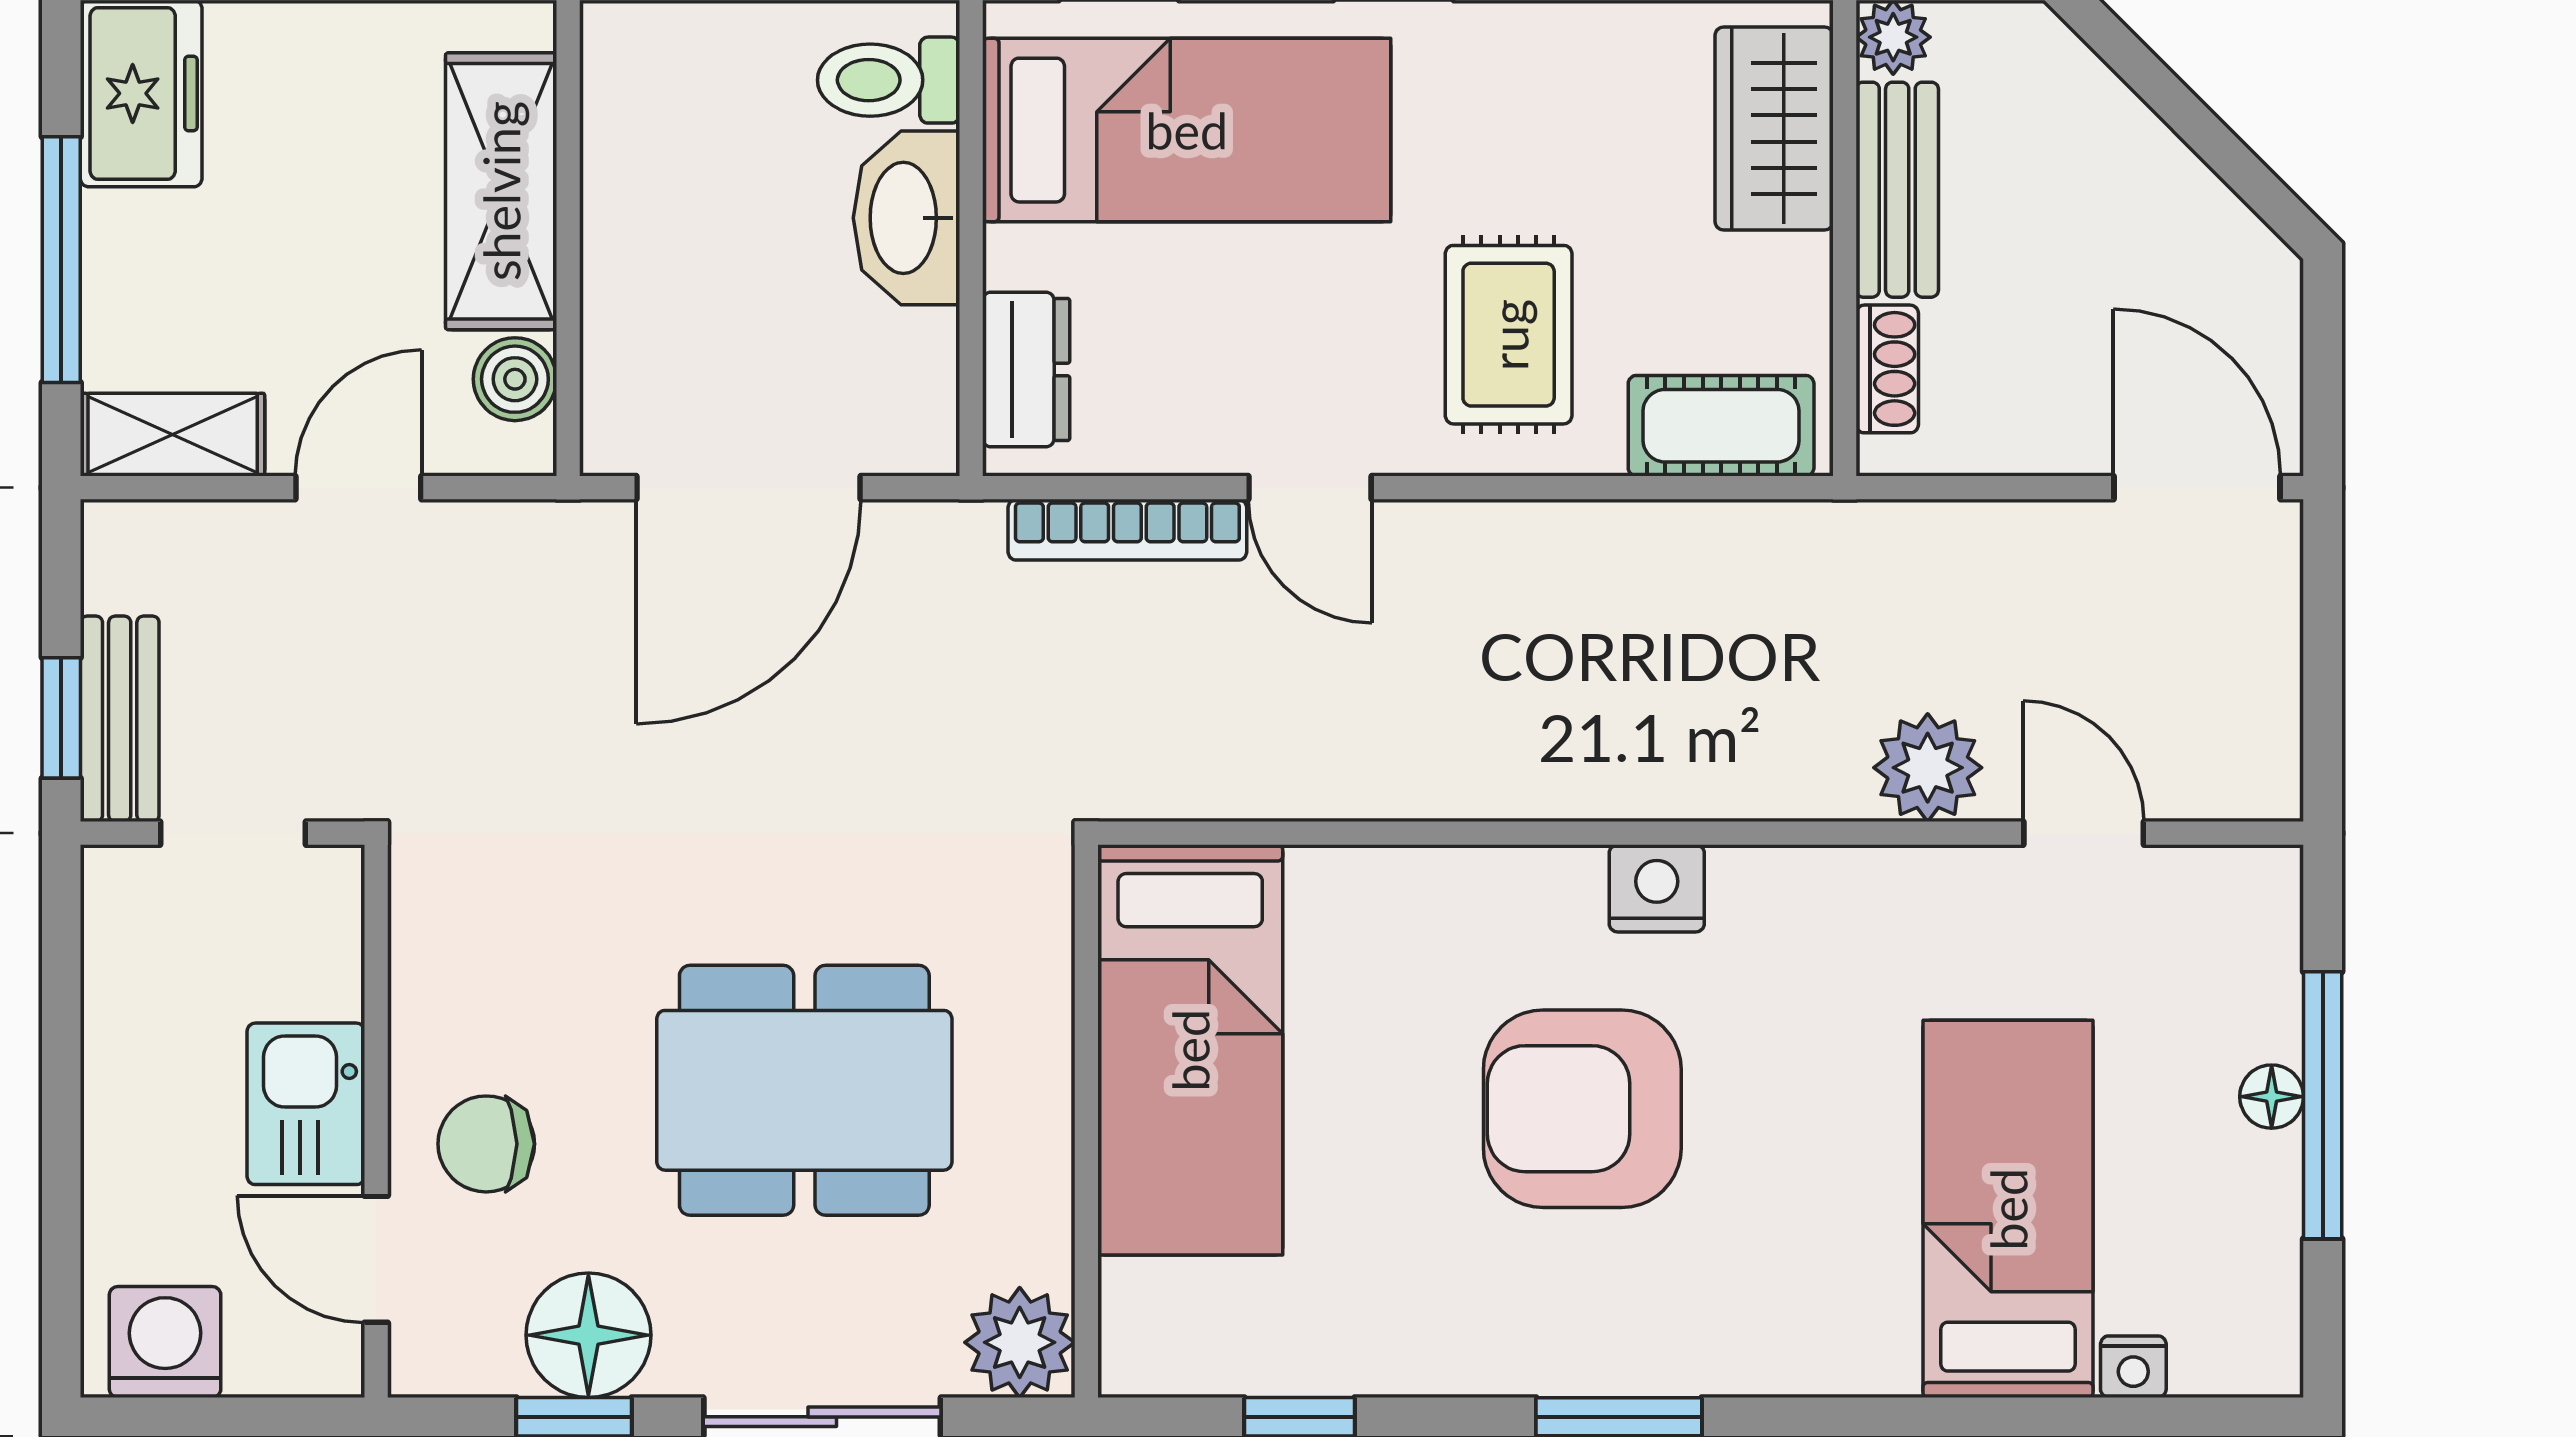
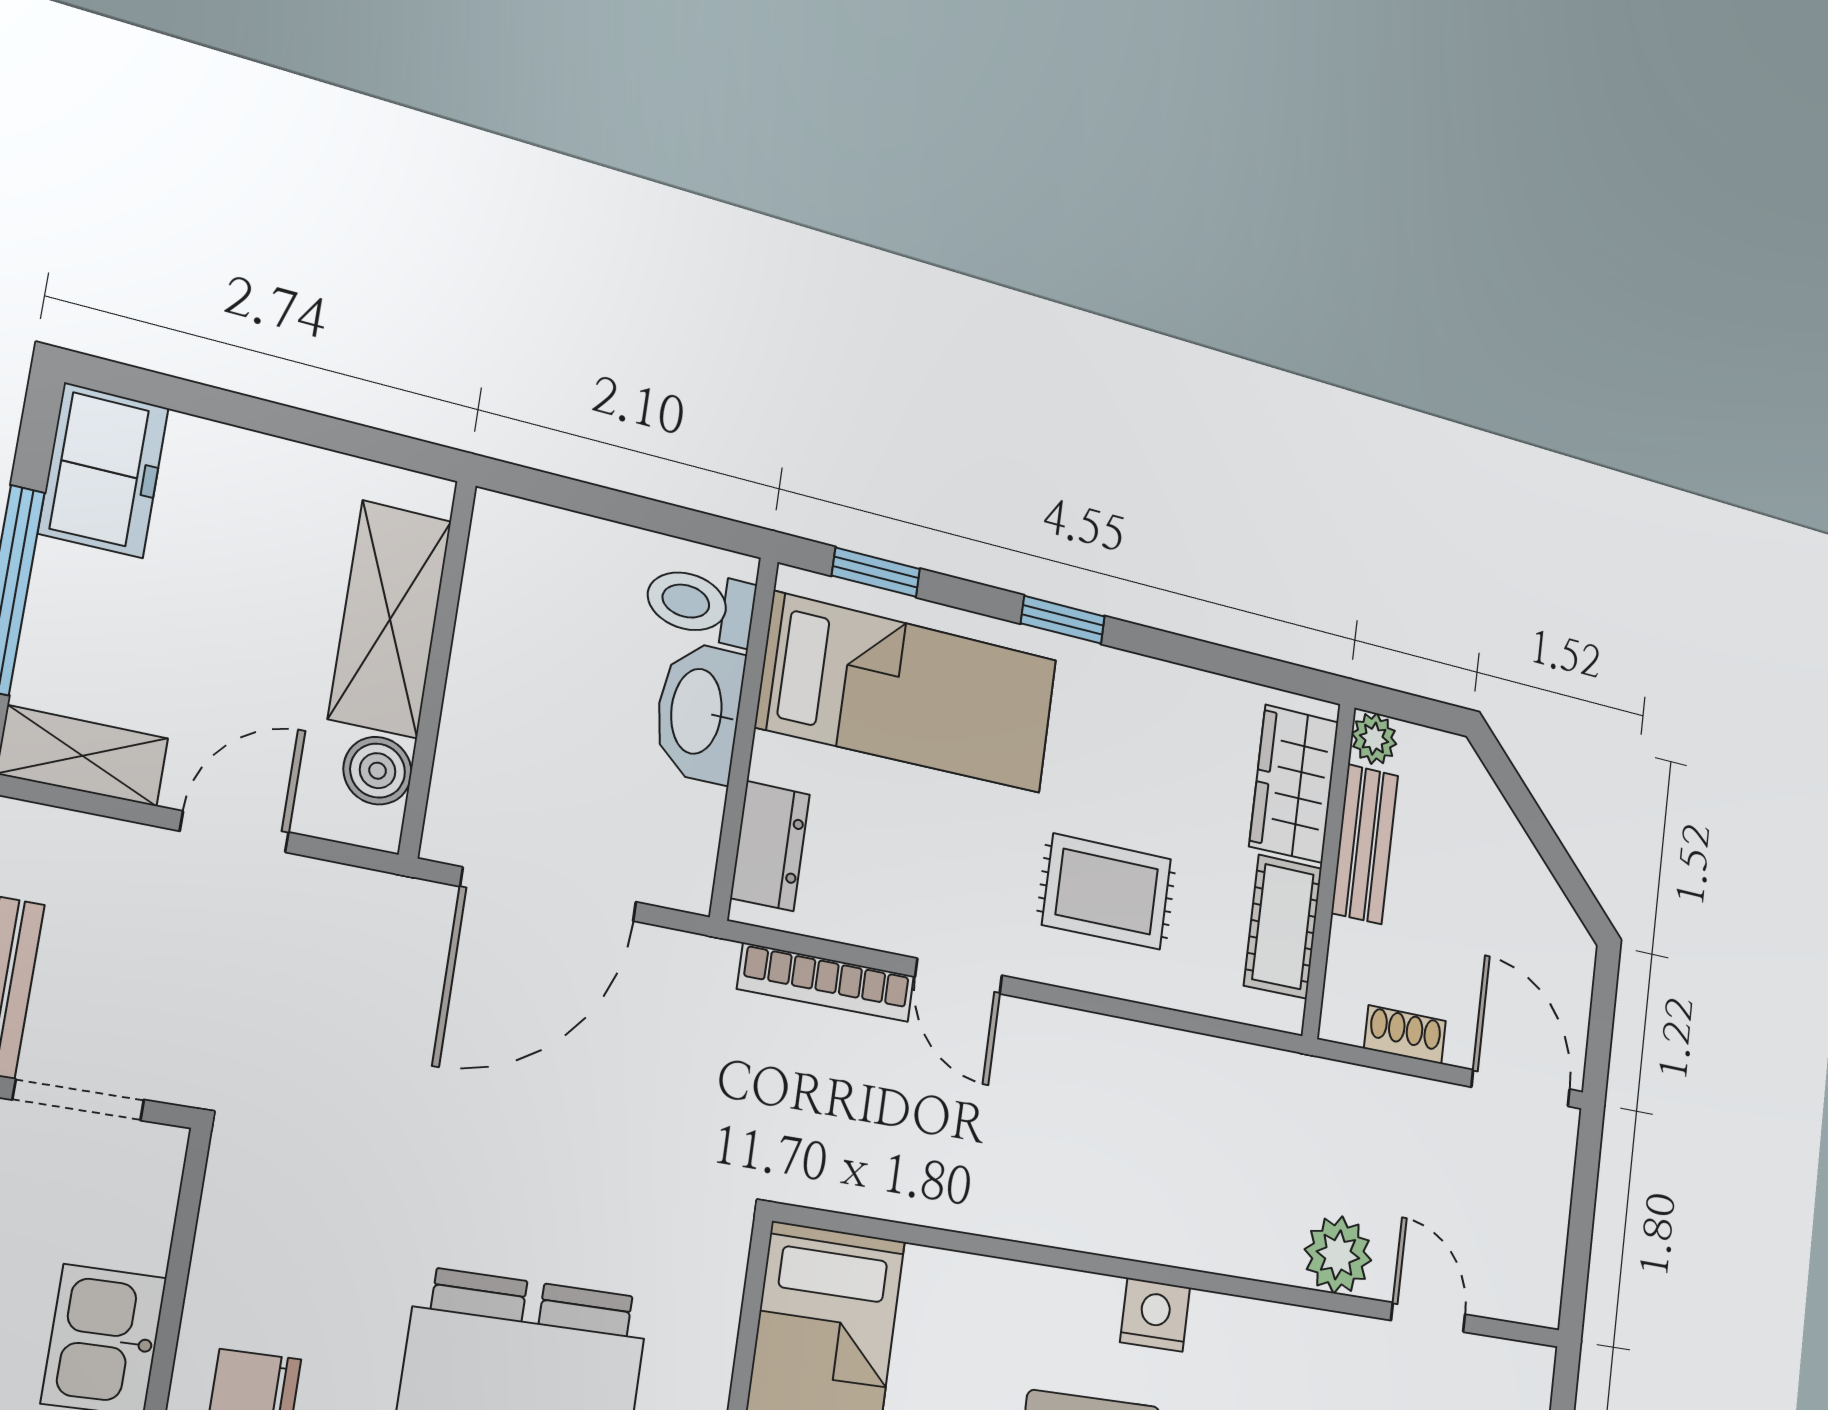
rug: (1509, 335) -> (1107, 892), turned 90
shoe rack: (1887, 369) -> (1405, 1035), moved, turned -90
cot: (1721, 426) -> (1283, 927), moved, turned 90

